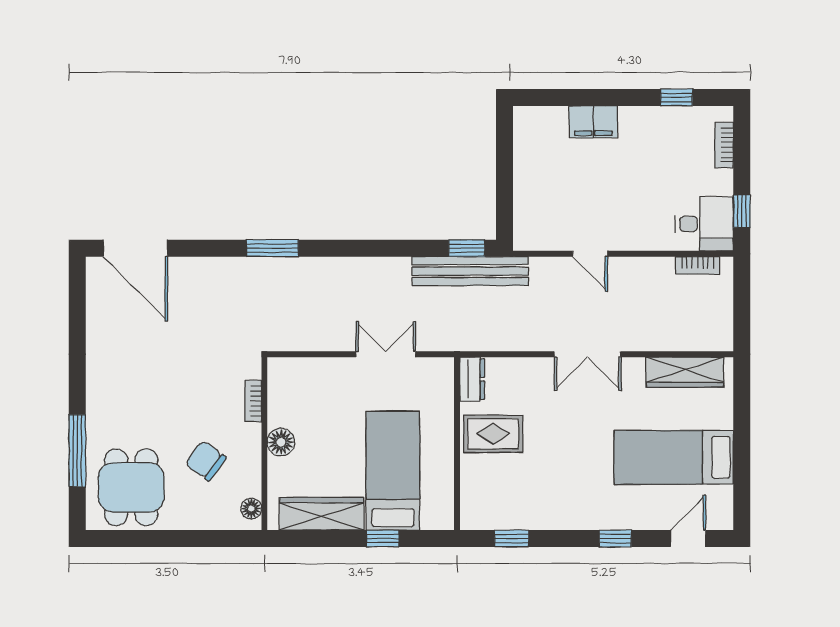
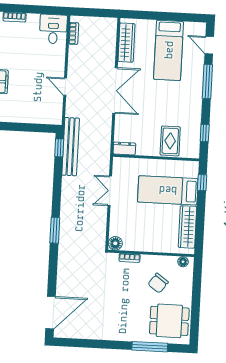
window: (742, 211) -> (48, 10), removed
window: (272, 248) -> (55, 230), moved
door: (590, 254) -> (65, 87), swing flipped
double door: (588, 354) -> (115, 90), width x1.37
rug: (493, 434) -> (170, 141), moved
floor lamp: (281, 442) -> (115, 243), moved
window: (383, 539) -> (202, 183), moved
window: (615, 539) -> (207, 81), width x2.17

